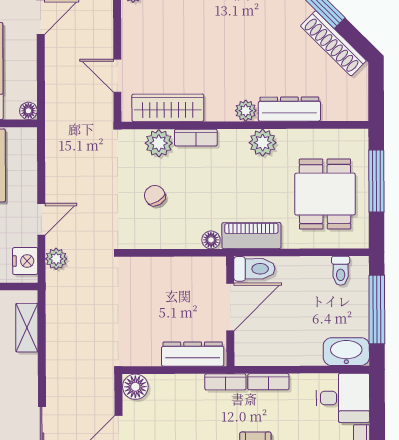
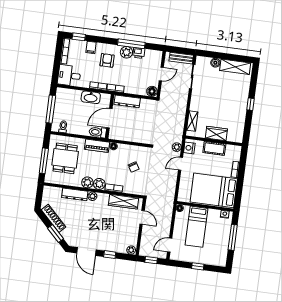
plant: (159, 143) -> (99, 184), moved
washbasin: (346, 352) -> (91, 97), moved

